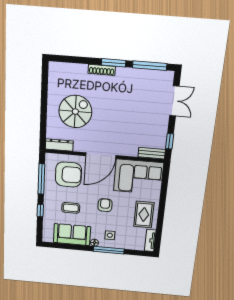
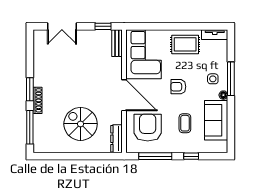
window: (150, 66) -> (30, 127), moved
double door: (174, 101) -> (62, 26), swing flipped

